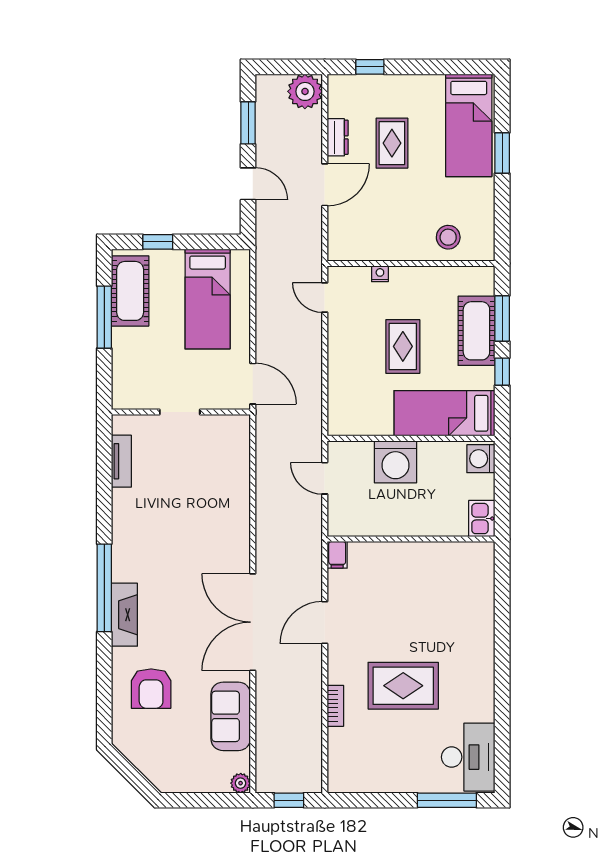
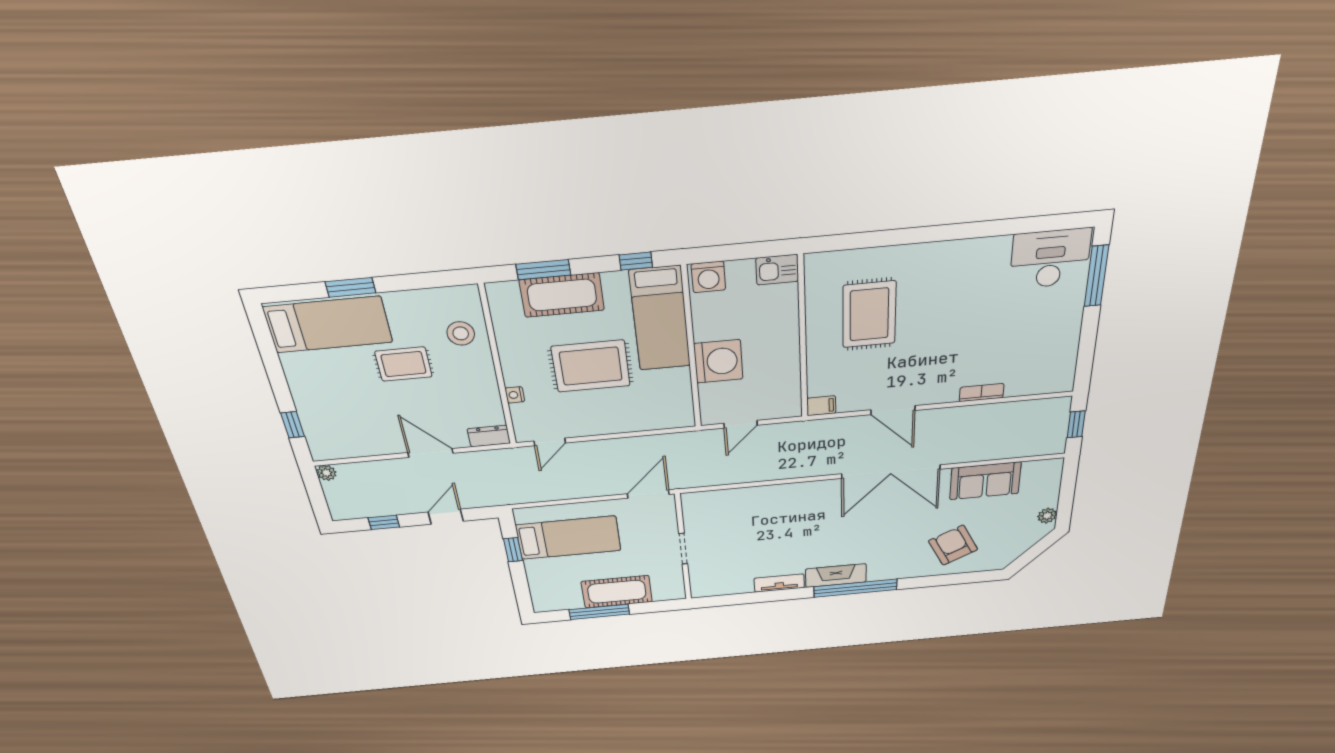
plant: (305, 91) -> (326, 473), width x0.53, depth x0.53
window: (248, 123) -> (384, 522), width x0.67
dresser: (338, 137) -> (489, 436), moved
rug: (392, 143) -> (404, 364), moved
window: (158, 242) -> (513, 550), moved
cot: (130, 291) -> (617, 592), moved
rug: (403, 346) -> (591, 366), width x1.36, depth x1.43
window: (502, 372) -> (636, 261), moved
tv unit: (121, 461) -> (779, 583), moved
fireplace: (124, 615) -> (836, 576), moved
rug: (403, 686) -> (869, 314), moved
armchair: (151, 689) -> (953, 545), turned -116
plant: (241, 783) -> (1047, 516), moved

